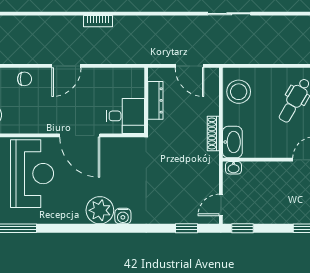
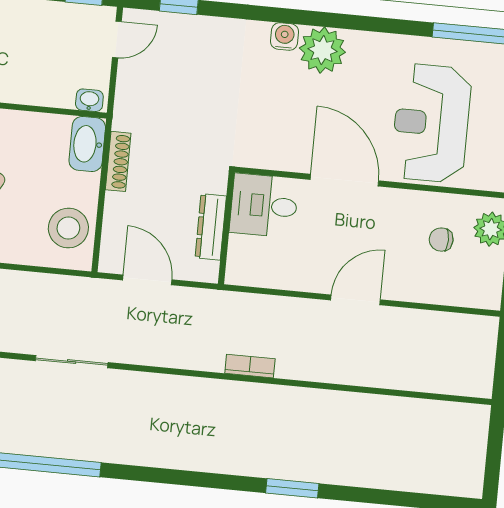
bookcase: (98, 21) -> (250, 366), moved
chair: (25, 79) -> (441, 240), moved

